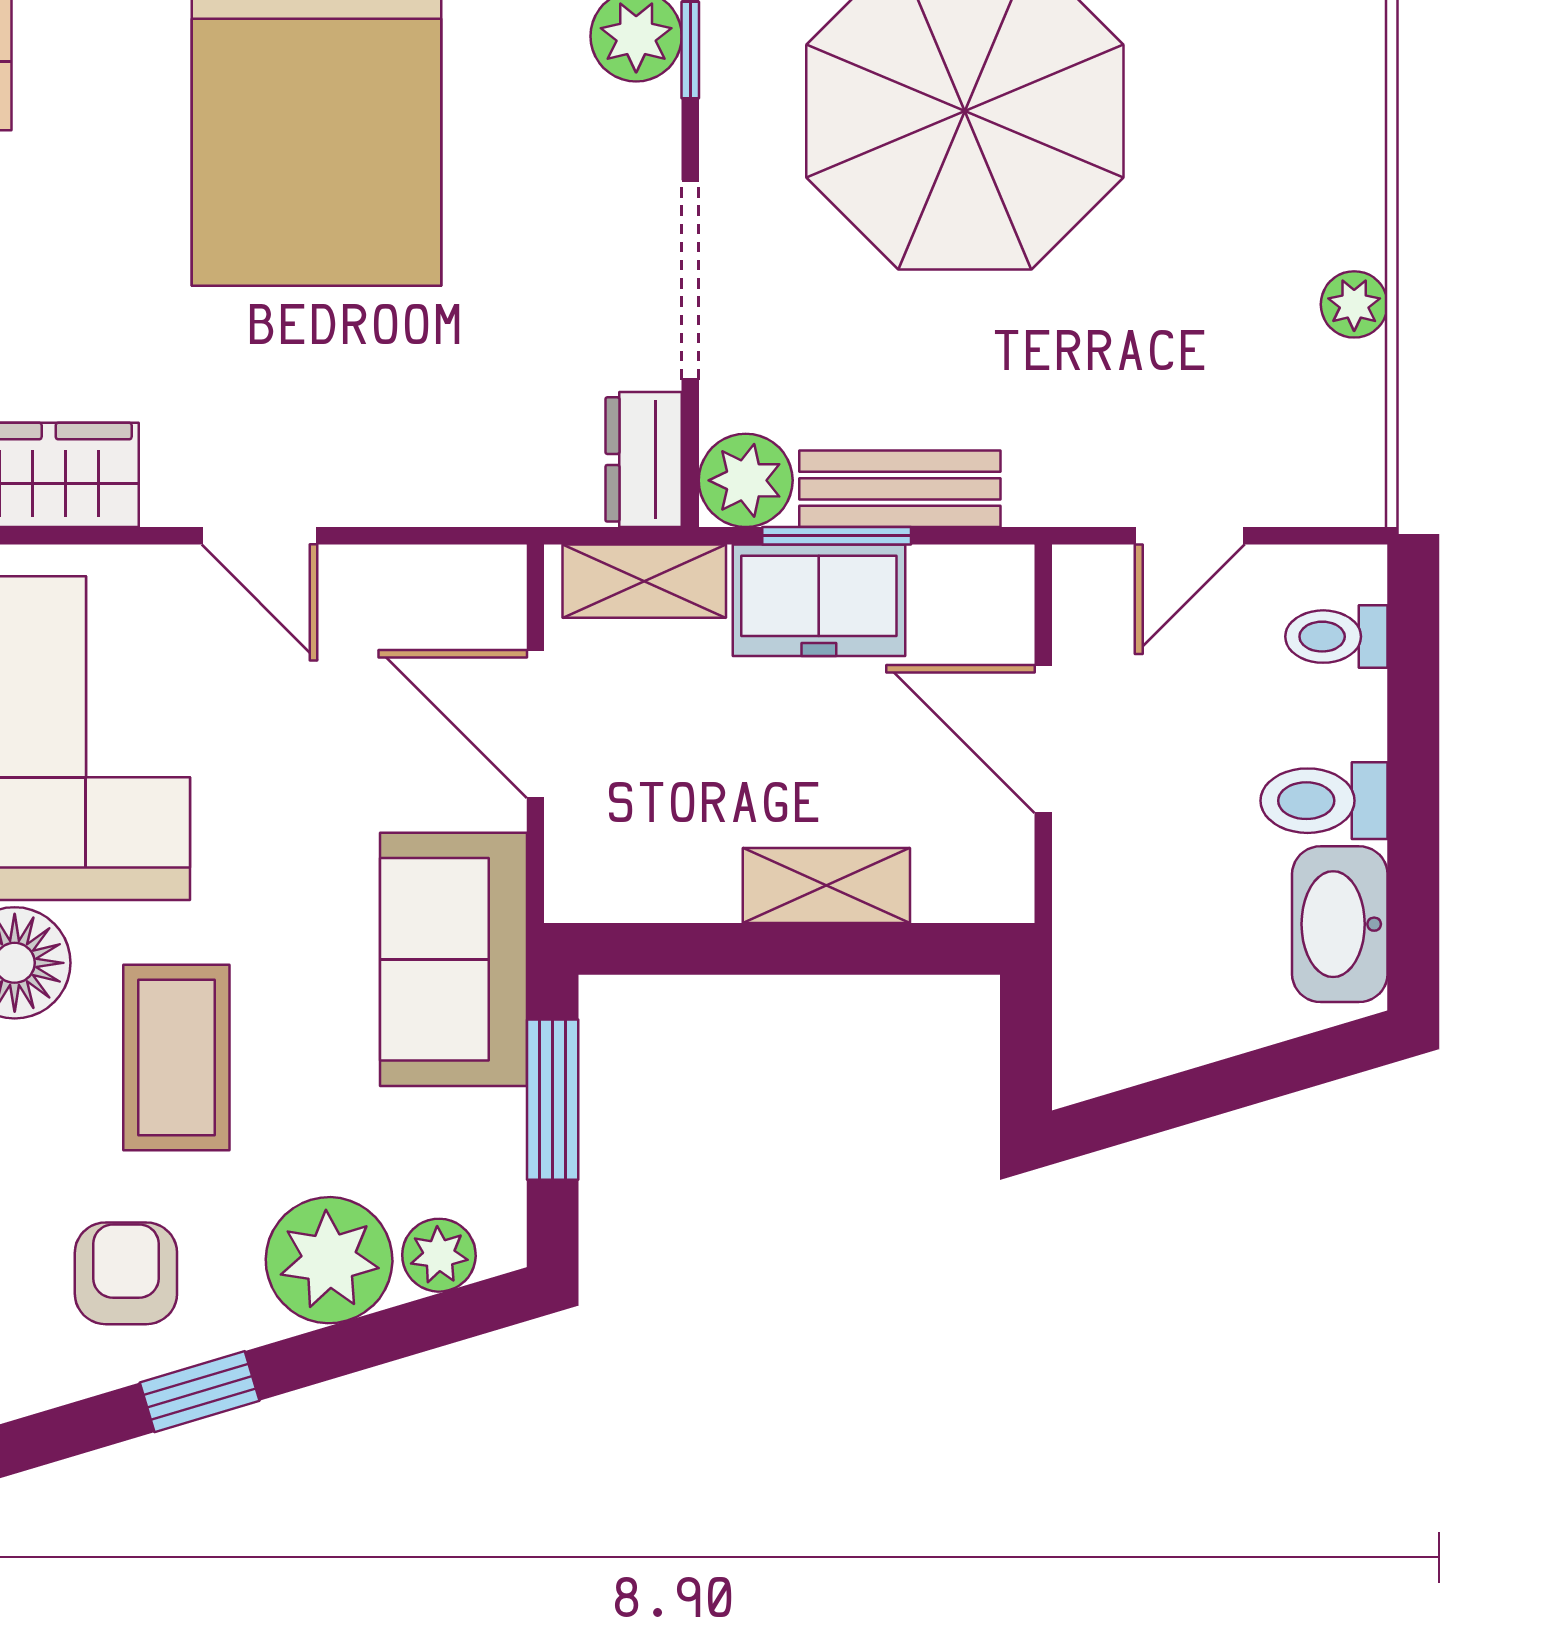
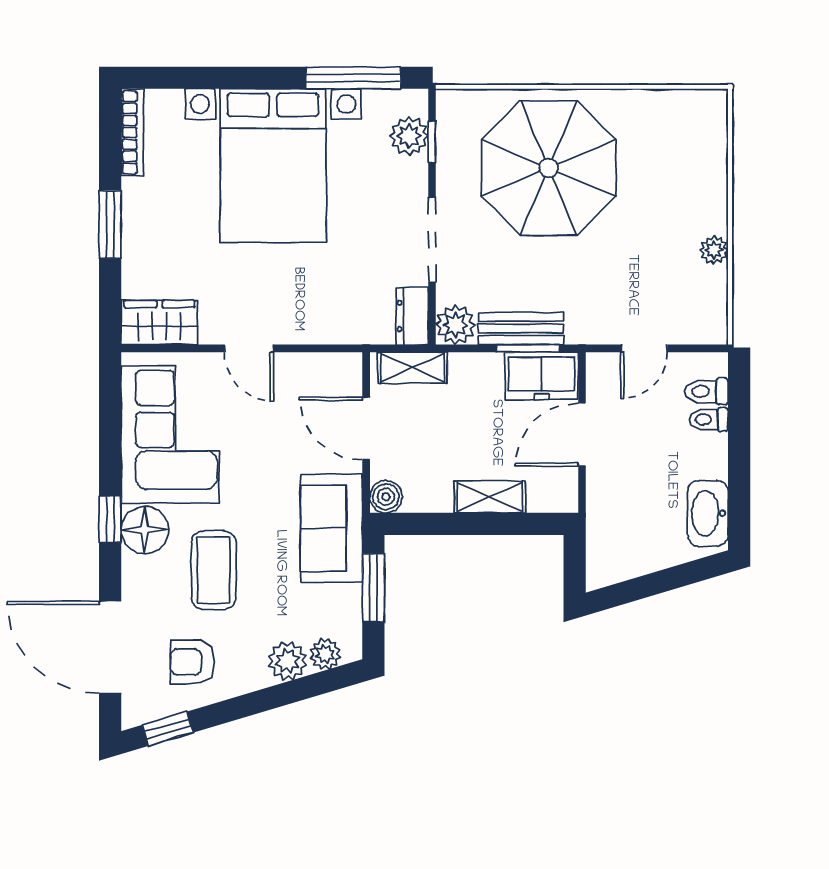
window: (837, 536) -> (528, 348), moved
freezer: (819, 600) -> (542, 376), moved
door: (1043, 739) -> (582, 435), hinge flipped
toilet: (1324, 801) -> (709, 419), moved, width x0.73, depth x0.72
boiler: (582, 885) -> (386, 497), added
plant: (329, 1260) -> (287, 661), width x0.73, depth x0.73
armchair: (126, 1273) -> (192, 662), turned -90
window: (200, 1392) -> (168, 729), moved

